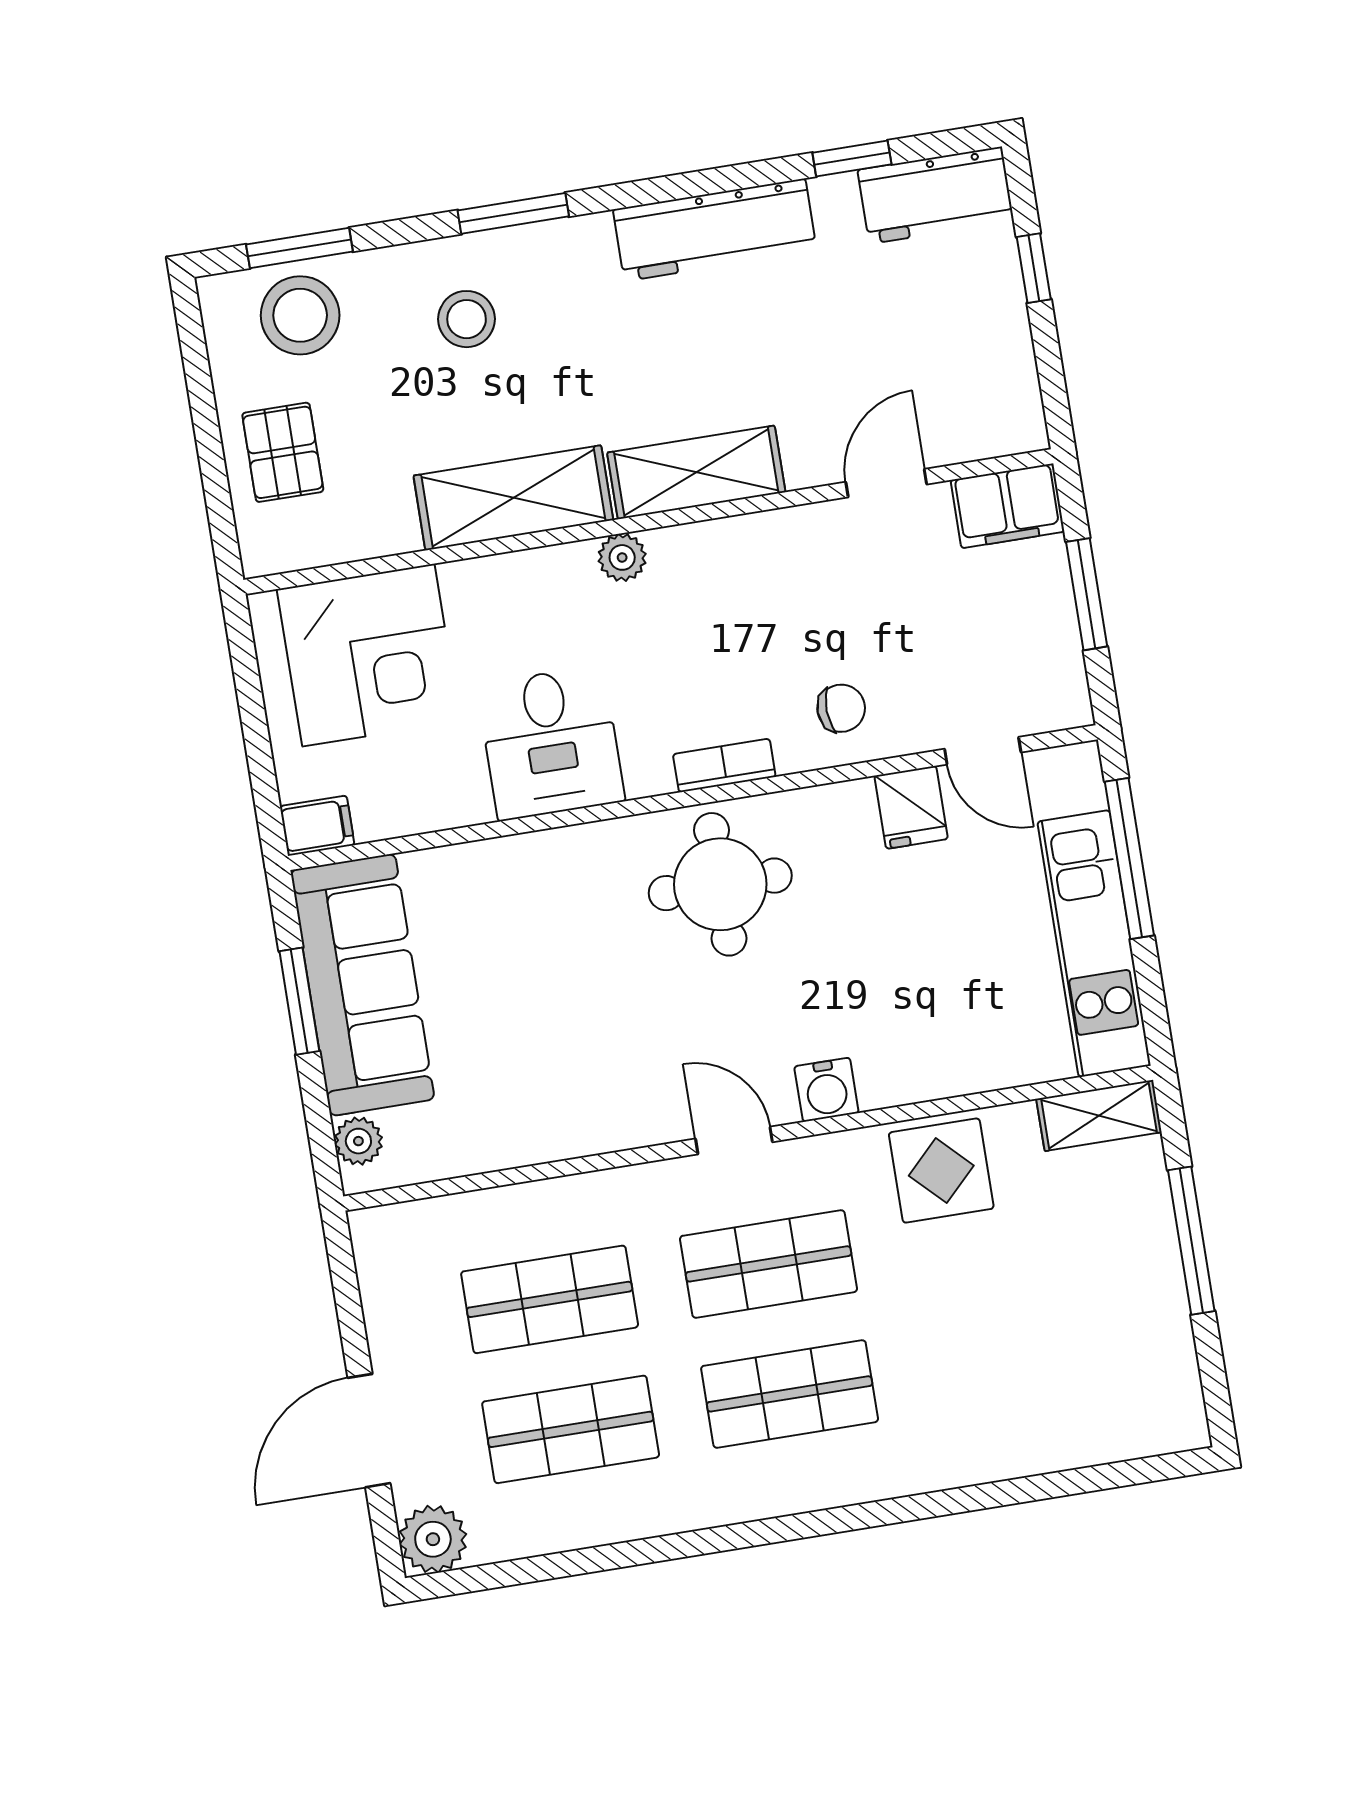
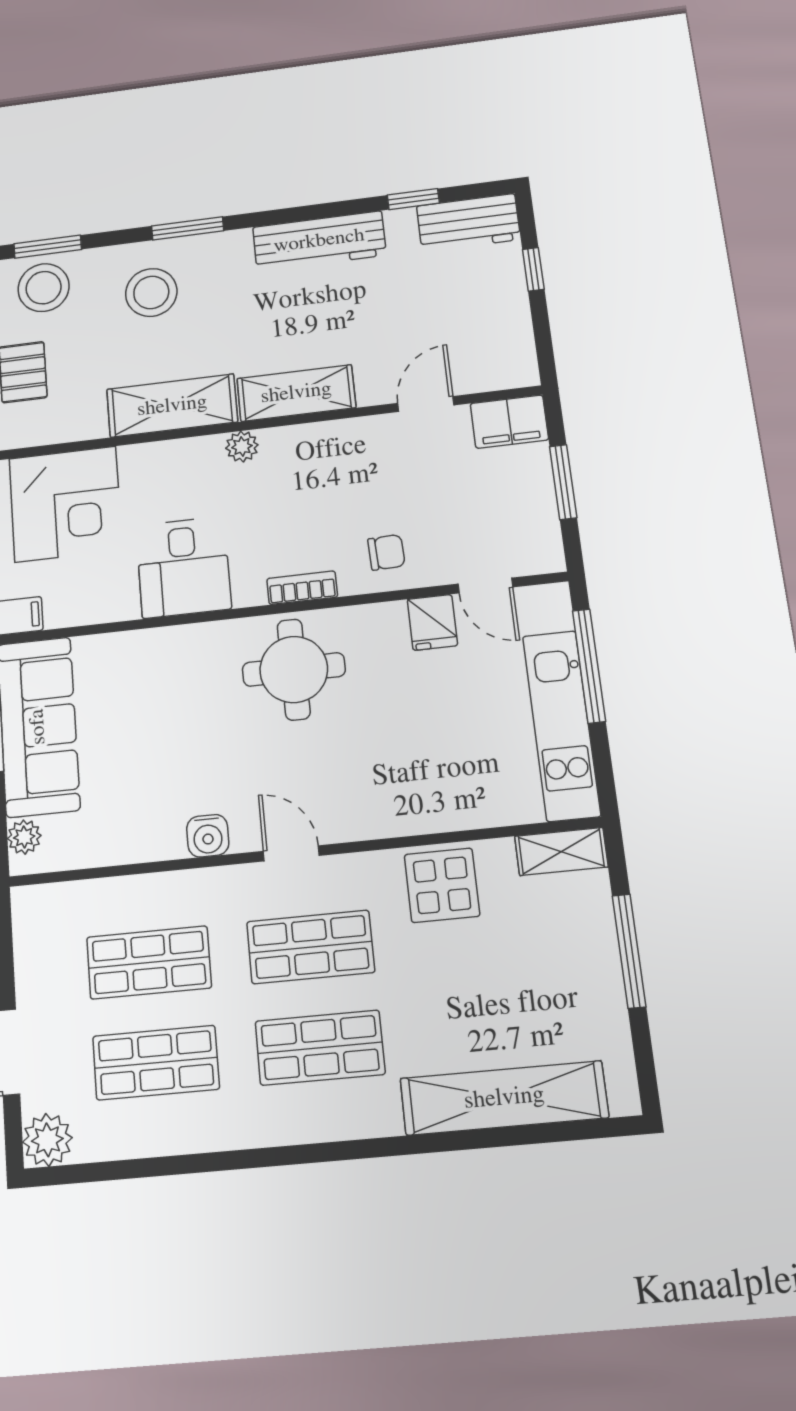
stool: (467, 319) -> (151, 292), width x1.38, depth x1.38
water cooler: (826, 1090) -> (208, 836), moved
shelving: (1034, 1440) -> (504, 1098), added

